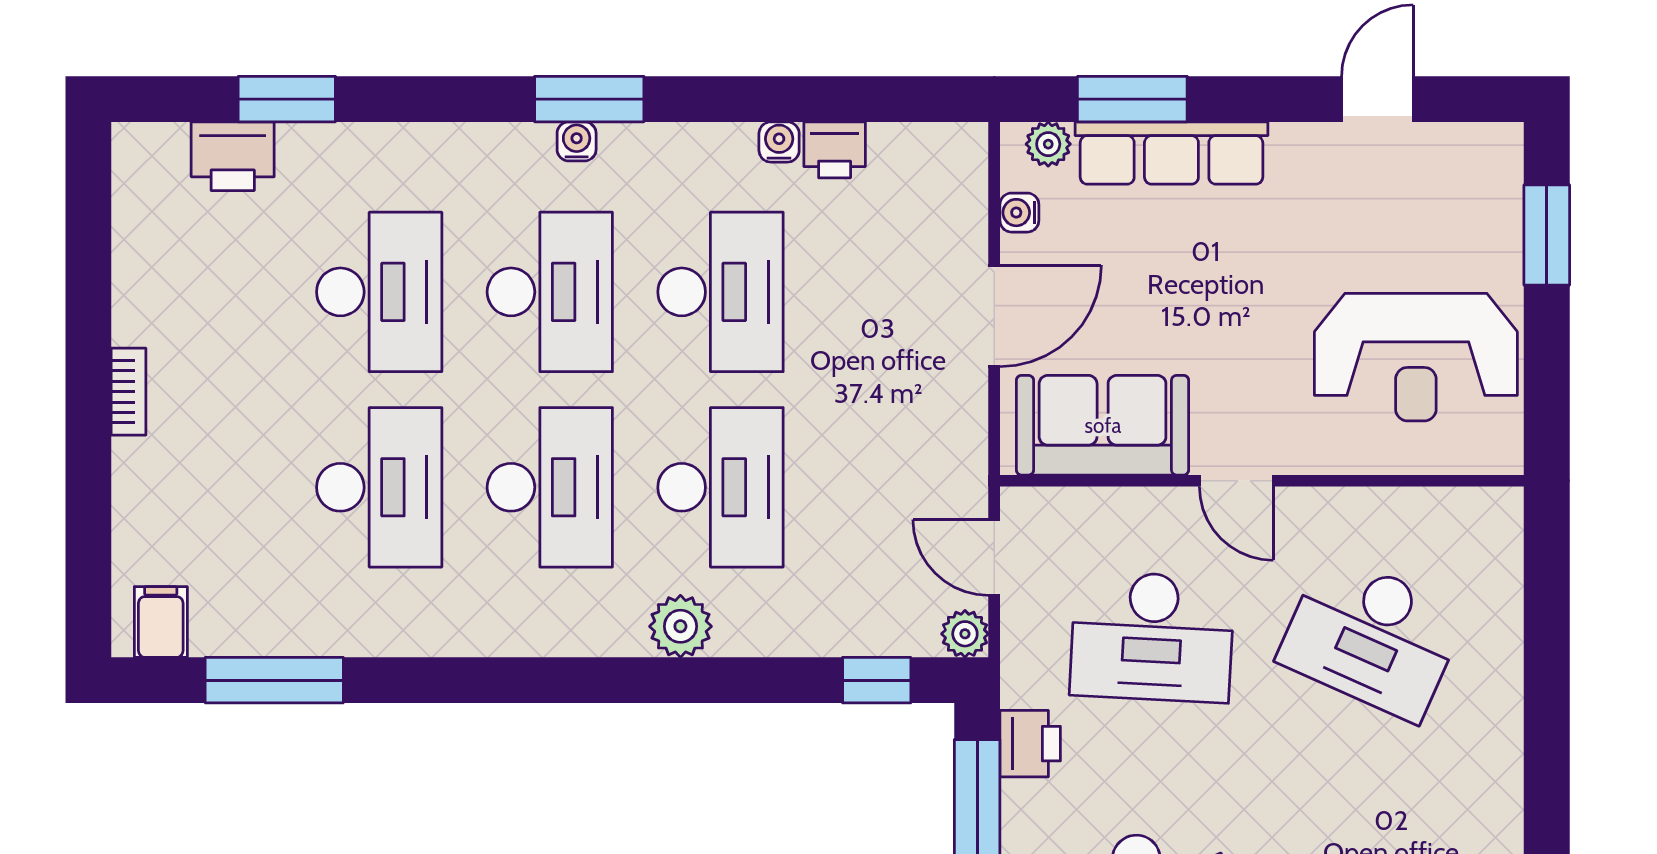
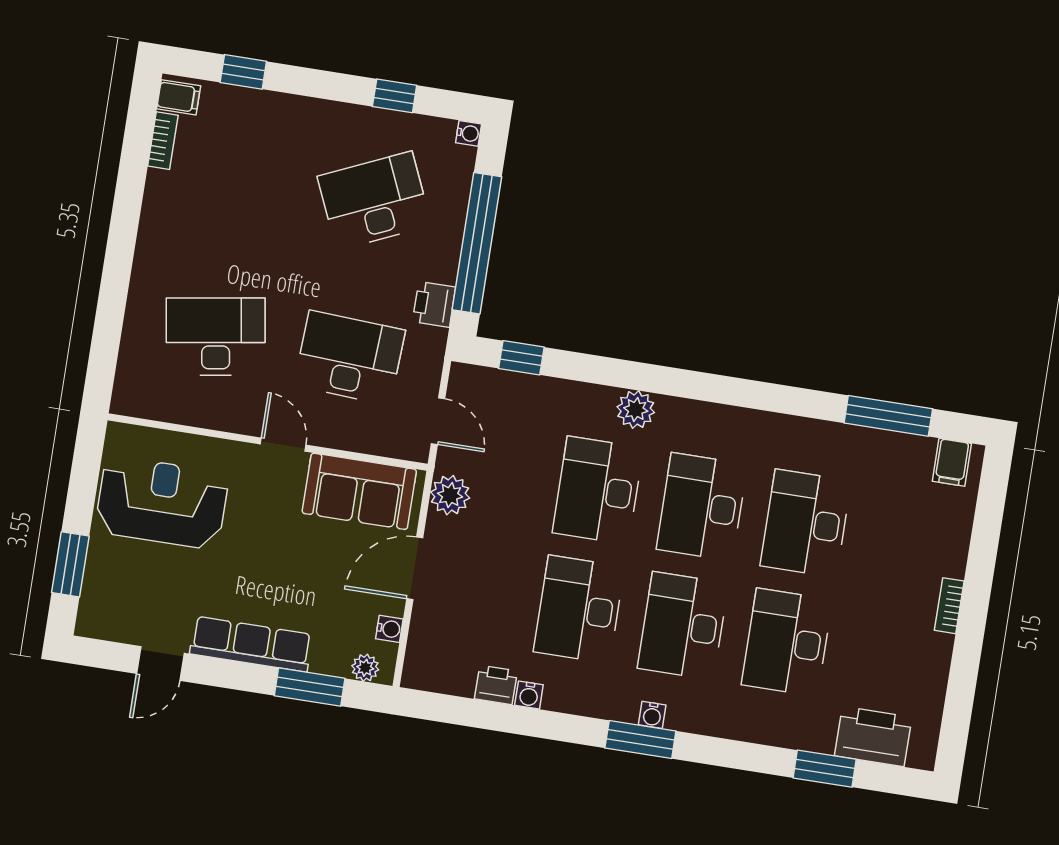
row of seats: (1171, 153) -> (251, 644), moved
printer: (233, 156) -> (873, 736), width x1.37, depth x1.19
plant: (965, 634) -> (450, 495), moved, width x1.38, depth x1.38
desk: (1372, 637) -> (216, 337), turned -33

